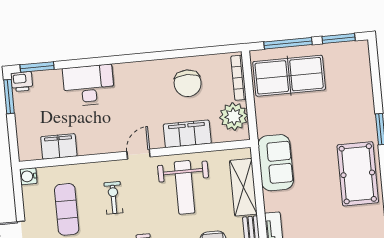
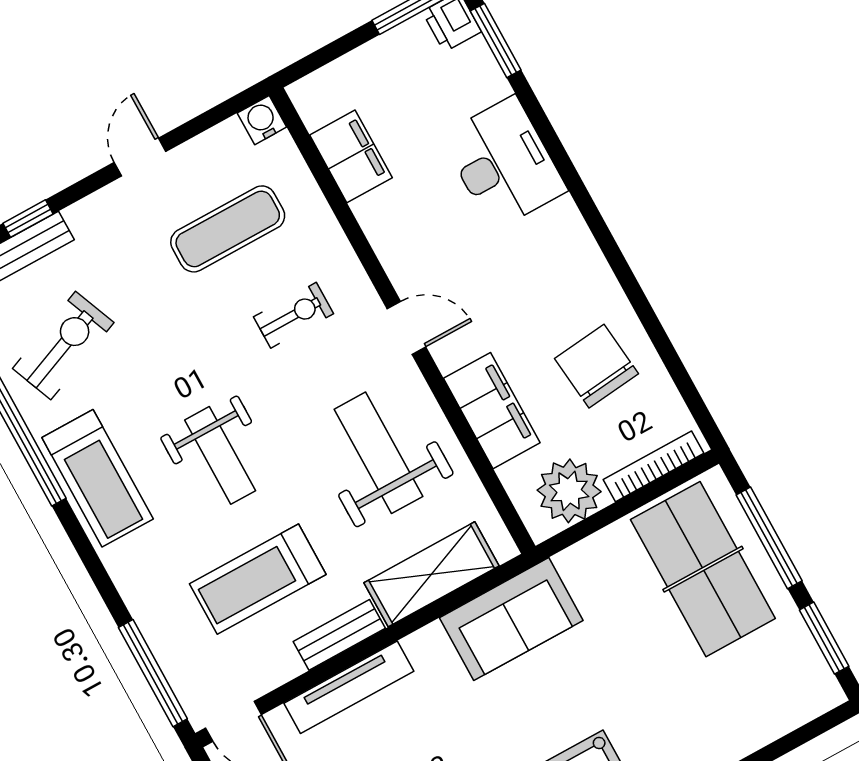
chair: (188, 83) -> (597, 366), turned 84
weight bench: (185, 187) -> (379, 453), turned 90

